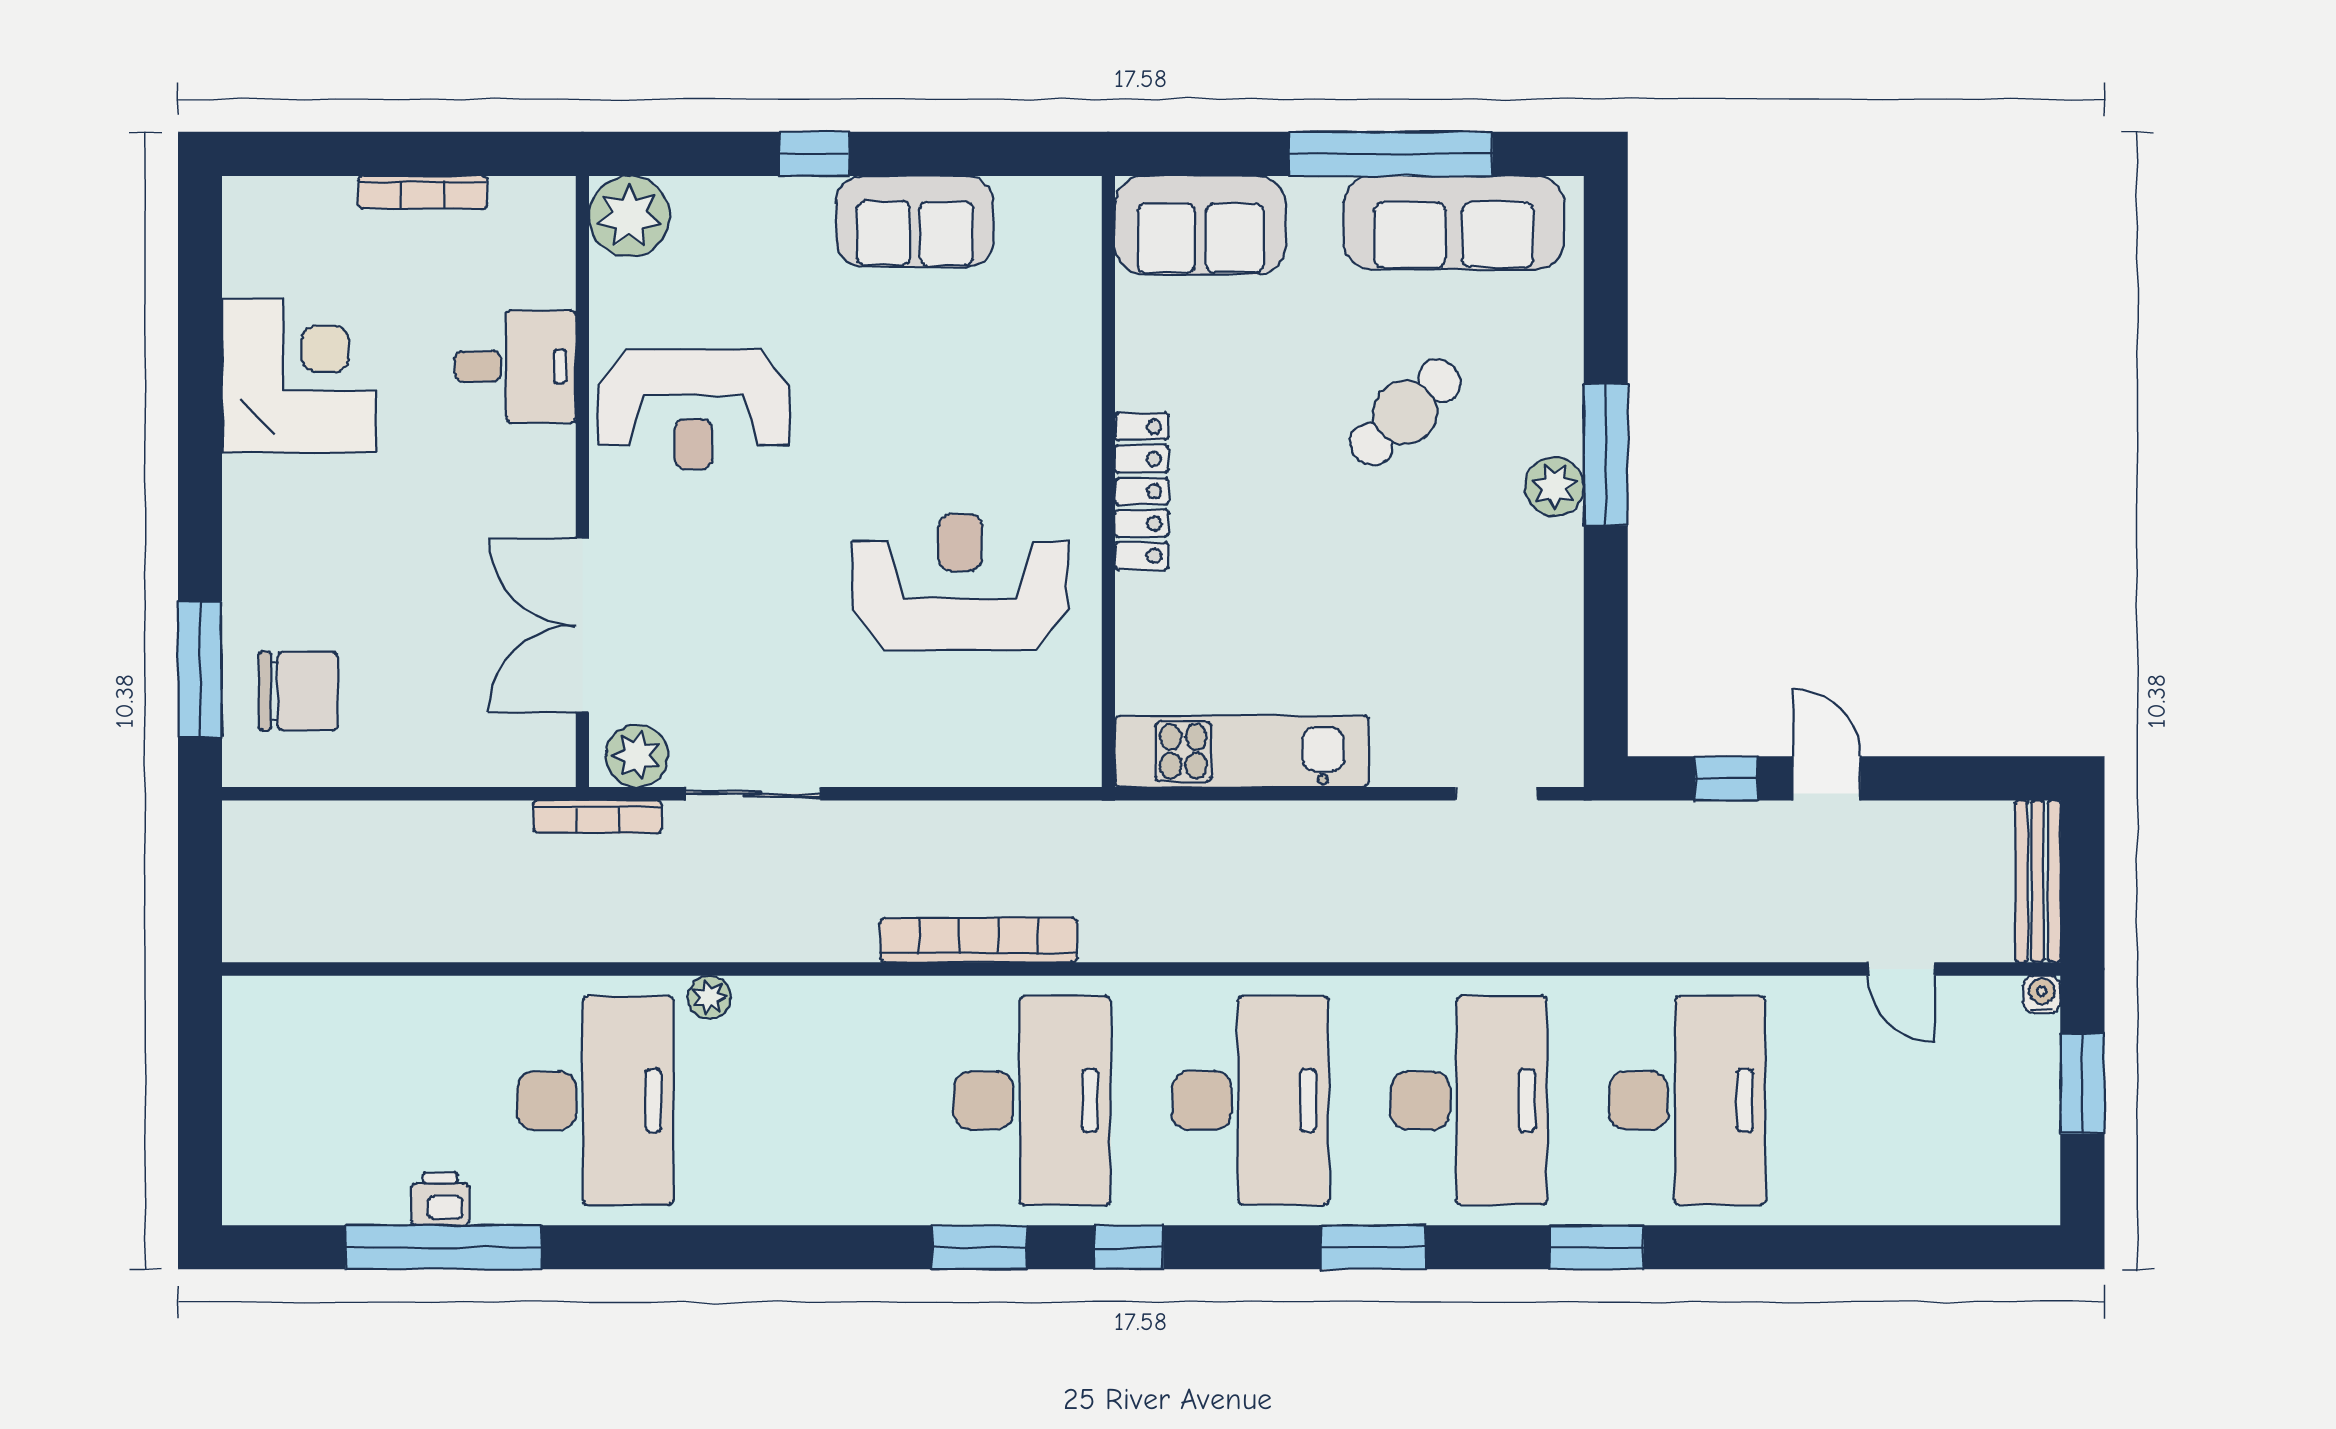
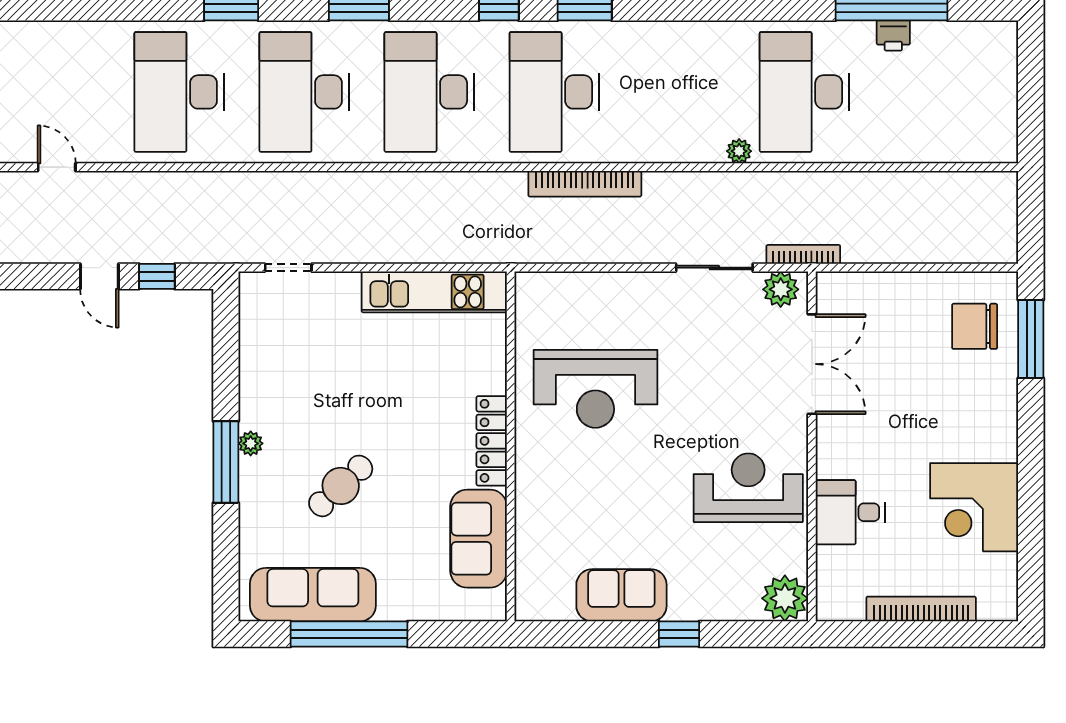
bookcase: (423, 192) -> (921, 609), width x1.48, depth x1.31
sofa: (1200, 225) -> (479, 539), moved, turned -90
plant: (1554, 487) -> (251, 443), width x0.73, depth x0.73

